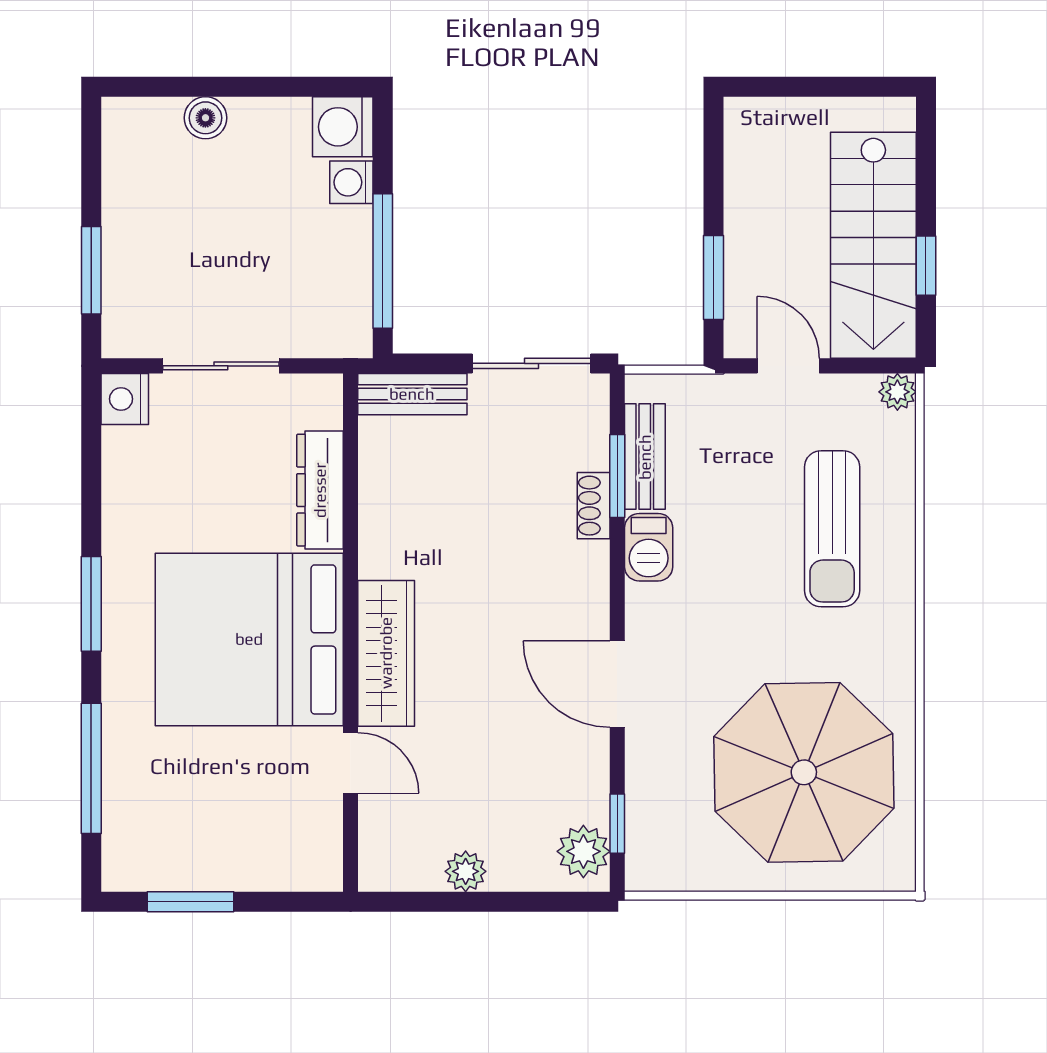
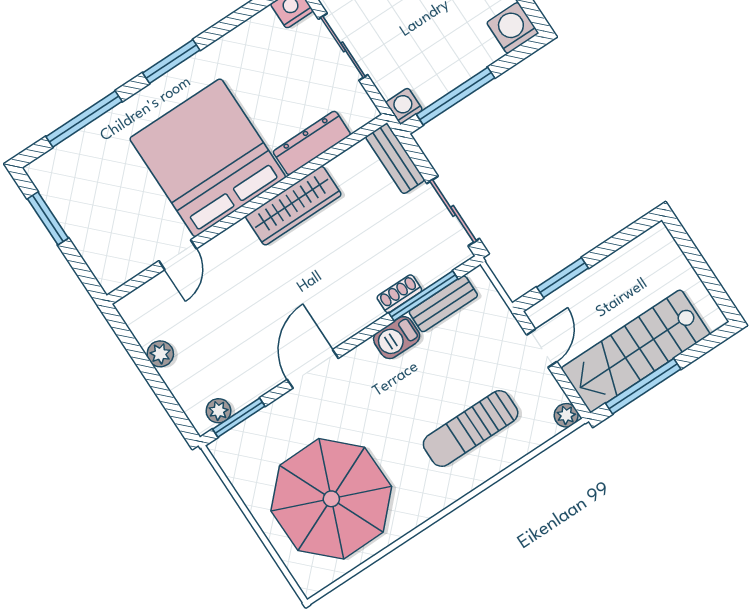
washing machine: (351, 182) -> (404, 106), moved
window: (926, 266) -> (643, 386), width x2.17
window: (617, 476) -> (423, 296), width x1.44
wardrobe: (386, 653) -> (293, 206), moved
window: (617, 824) -> (239, 418), width x1.50
plant: (583, 851) -> (218, 411), width x0.73, depth x0.73

